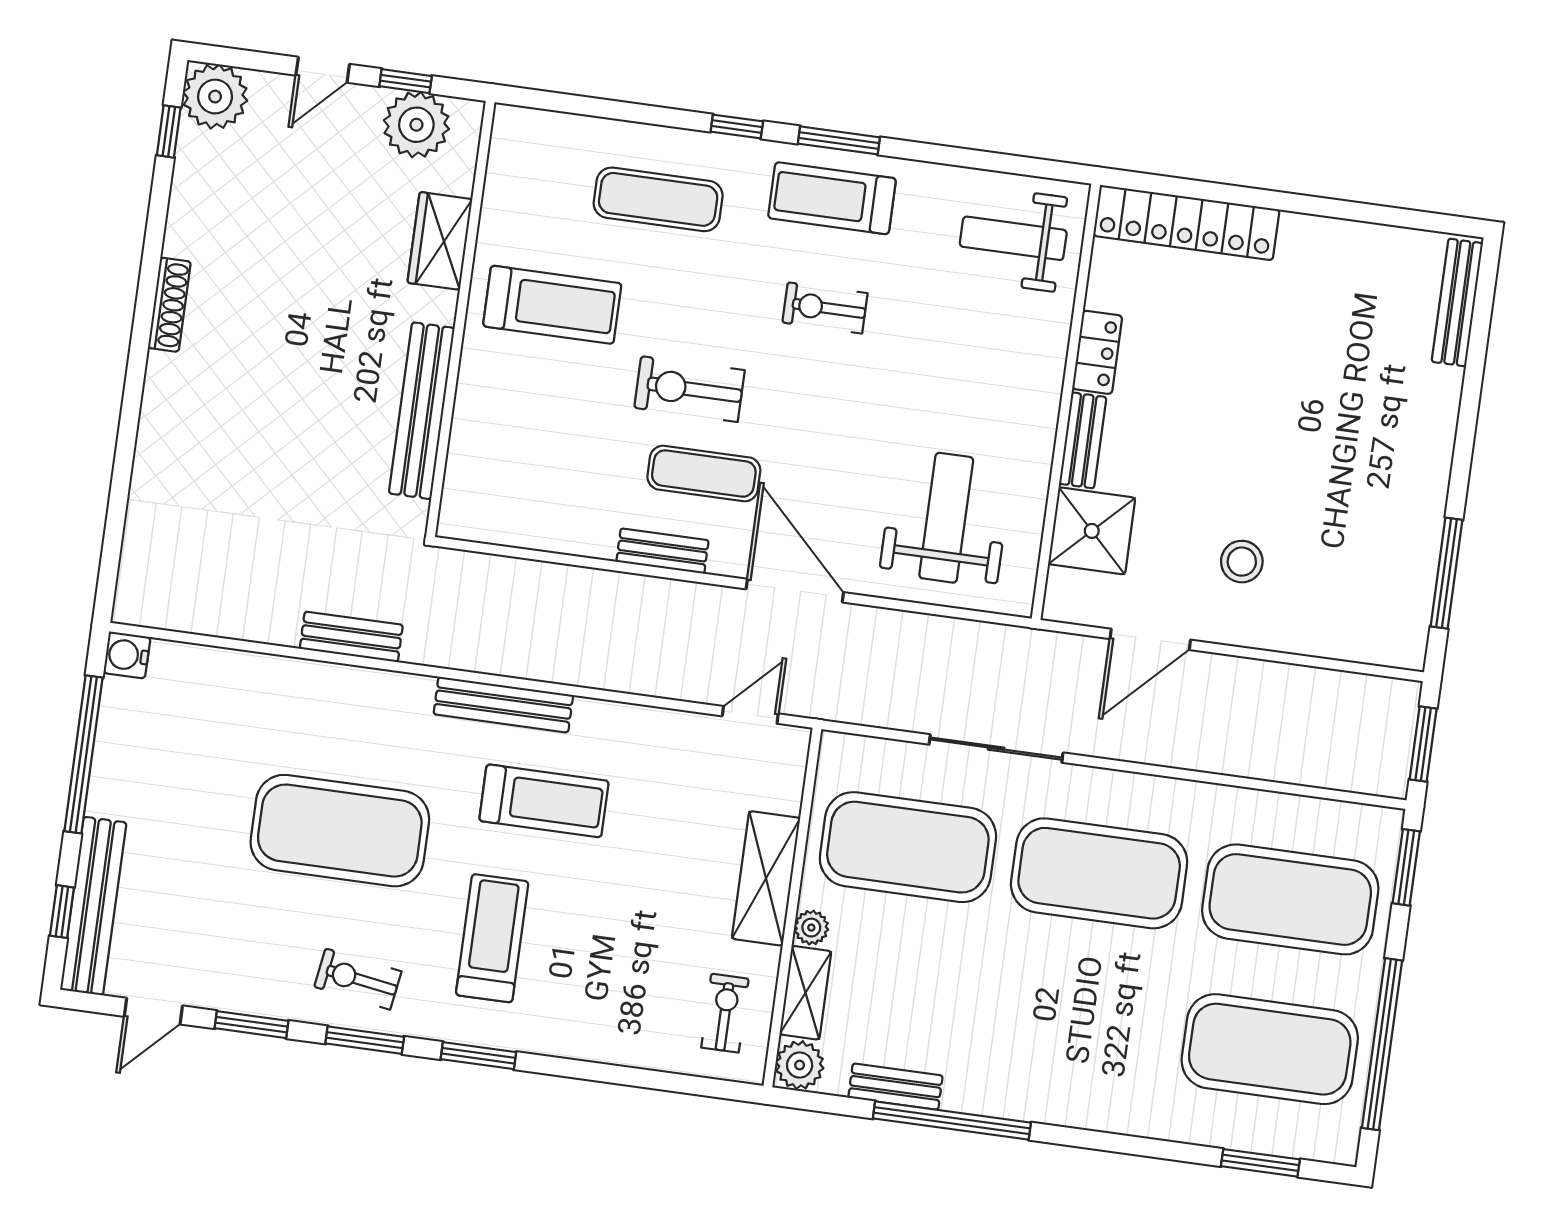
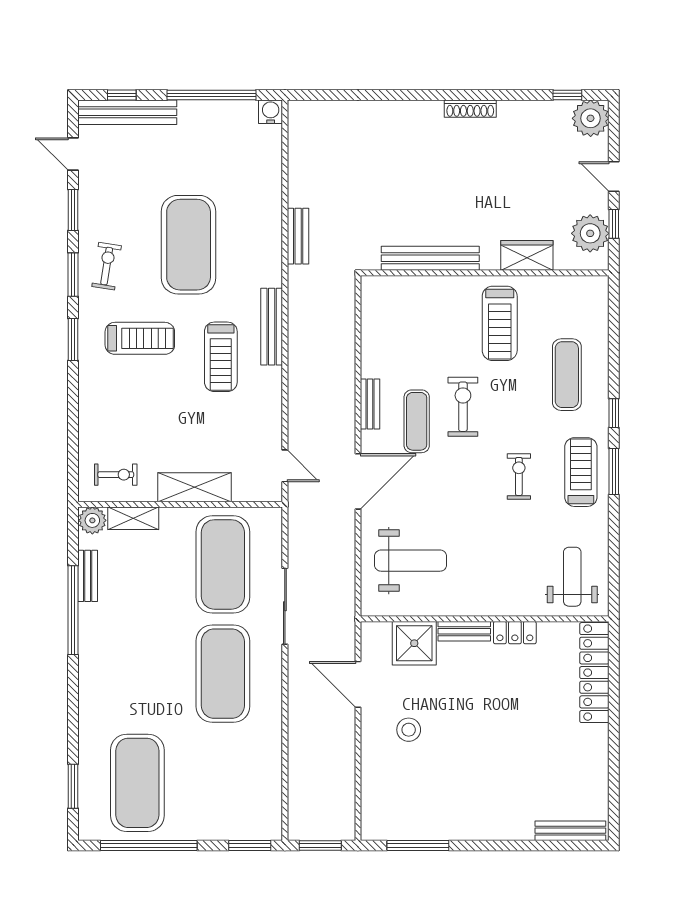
exercise mat: (1290, 899) -> (223, 783), removed
plant: (811, 928) -> (170, 516), removed

